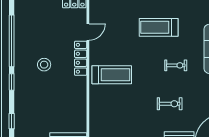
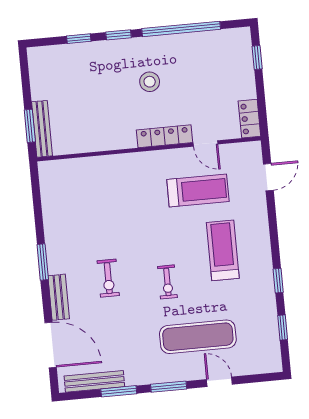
treadmill: (112, 75) -> (198, 190), moved, turned -90
window: (12, 121) -> (79, 39), moved

